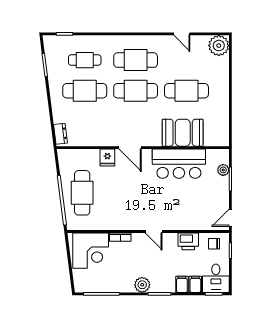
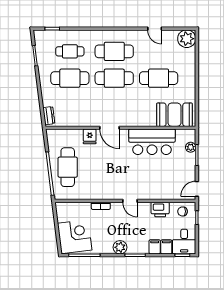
booth: (183, 133) -> (174, 115), moved
corner desk: (91, 251) -> (75, 237), moved, turned -97

